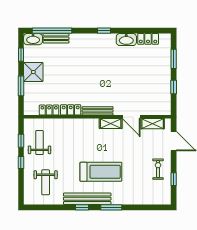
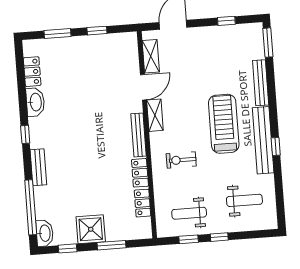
bench: (56, 38) -> (38, 167), moved
exercise bike: (158, 169) -> (181, 160), moved
bench: (128, 200) -> (261, 83), added
window: (111, 207) -> (268, 43), moved

